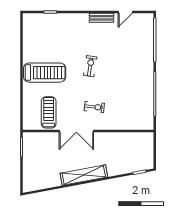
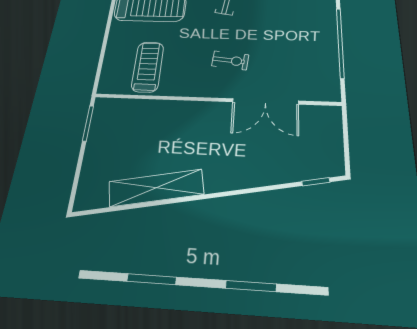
double door: (76, 131) -> (265, 101), moved
shelving: (84, 175) -> (156, 188), moved

